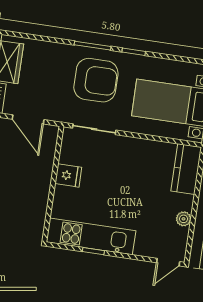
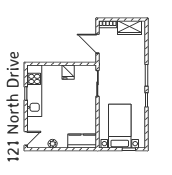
armchair: (96, 80) -> (127, 80), removed
door: (28, 119) -> (98, 44), hinge flipped
door: (168, 262) -> (26, 138), swing flipped

